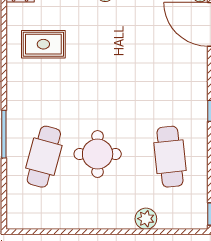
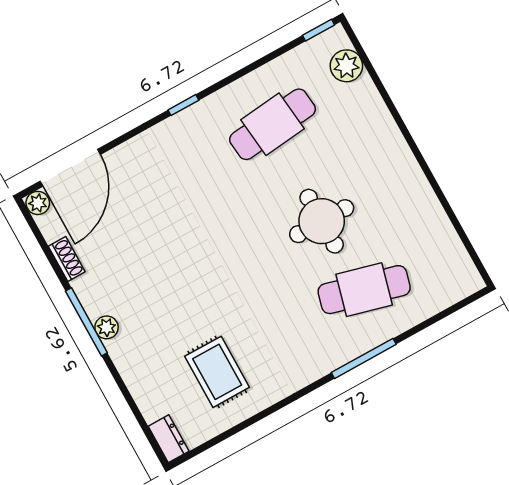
plant: (146, 219) -> (346, 66), moved

